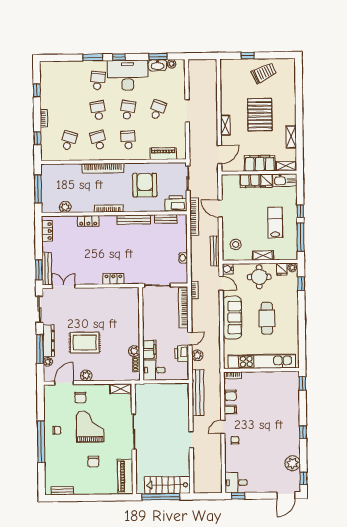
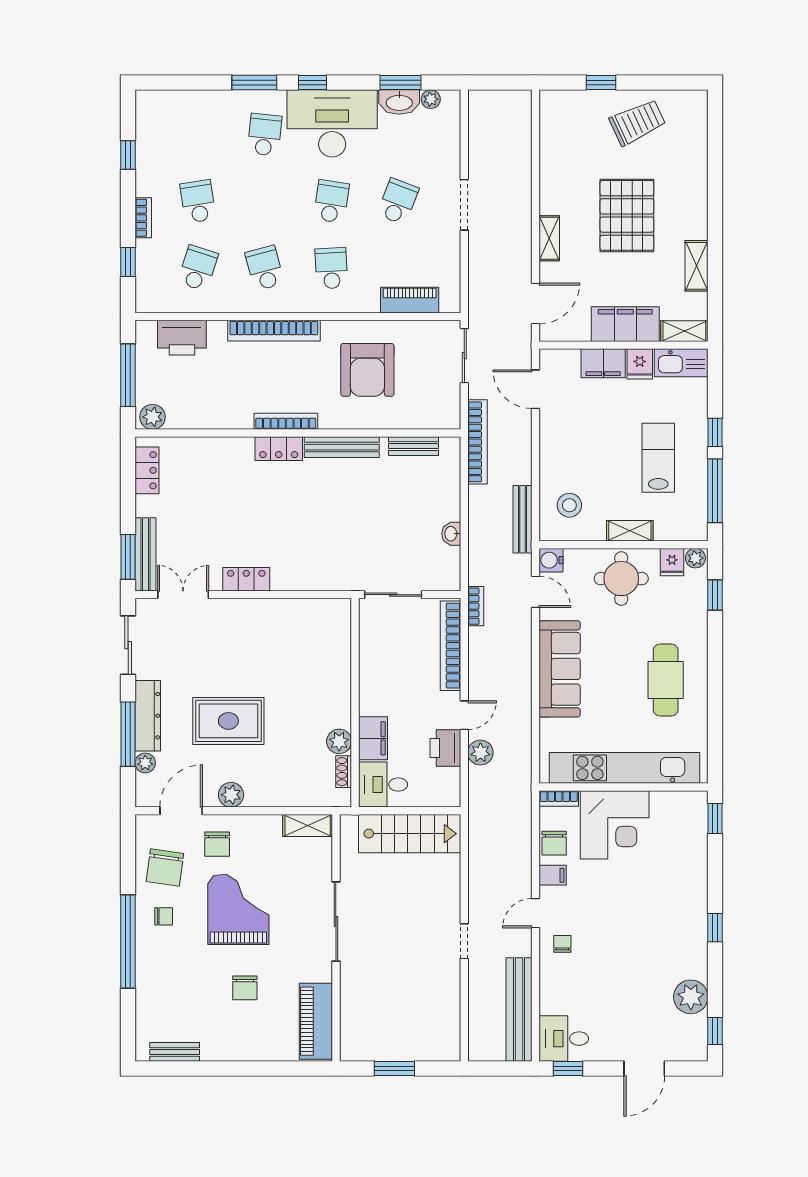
school desk: (98, 110) -> (198, 201), moved
armchair: (145, 185) -> (367, 370), turned 180
printer: (176, 203) -> (182, 338), moved, turned 180
plant: (65, 207) -> (153, 417), moved
door: (220, 209) -> (536, 389), moved
locker: (88, 221) -> (279, 449), moved
locker: (113, 279) -> (246, 579), moved
cafe table: (267, 318) -> (666, 680), moved
corner desk: (258, 387) -> (615, 825), added
bench: (198, 393) -> (519, 1010), moved
chair: (57, 408) -> (165, 867), added
stairs: (167, 485) -> (410, 834), moved, turned 180
door: (286, 495) -> (644, 1069), moved
window: (161, 497) -> (394, 1069), width x0.47

